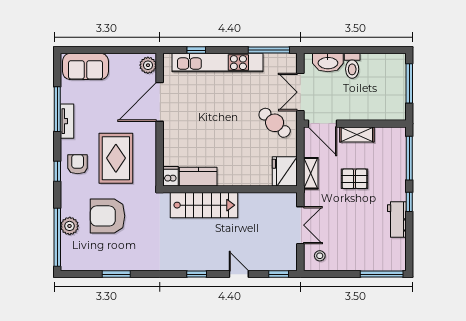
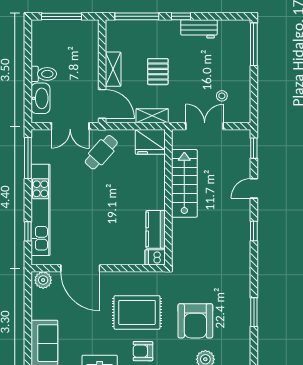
door: (322, 124) -> (102, 104), hinge flipped
stairs: (204, 205) -> (184, 183), moved
stool: (320, 256) -> (222, 96), moved

